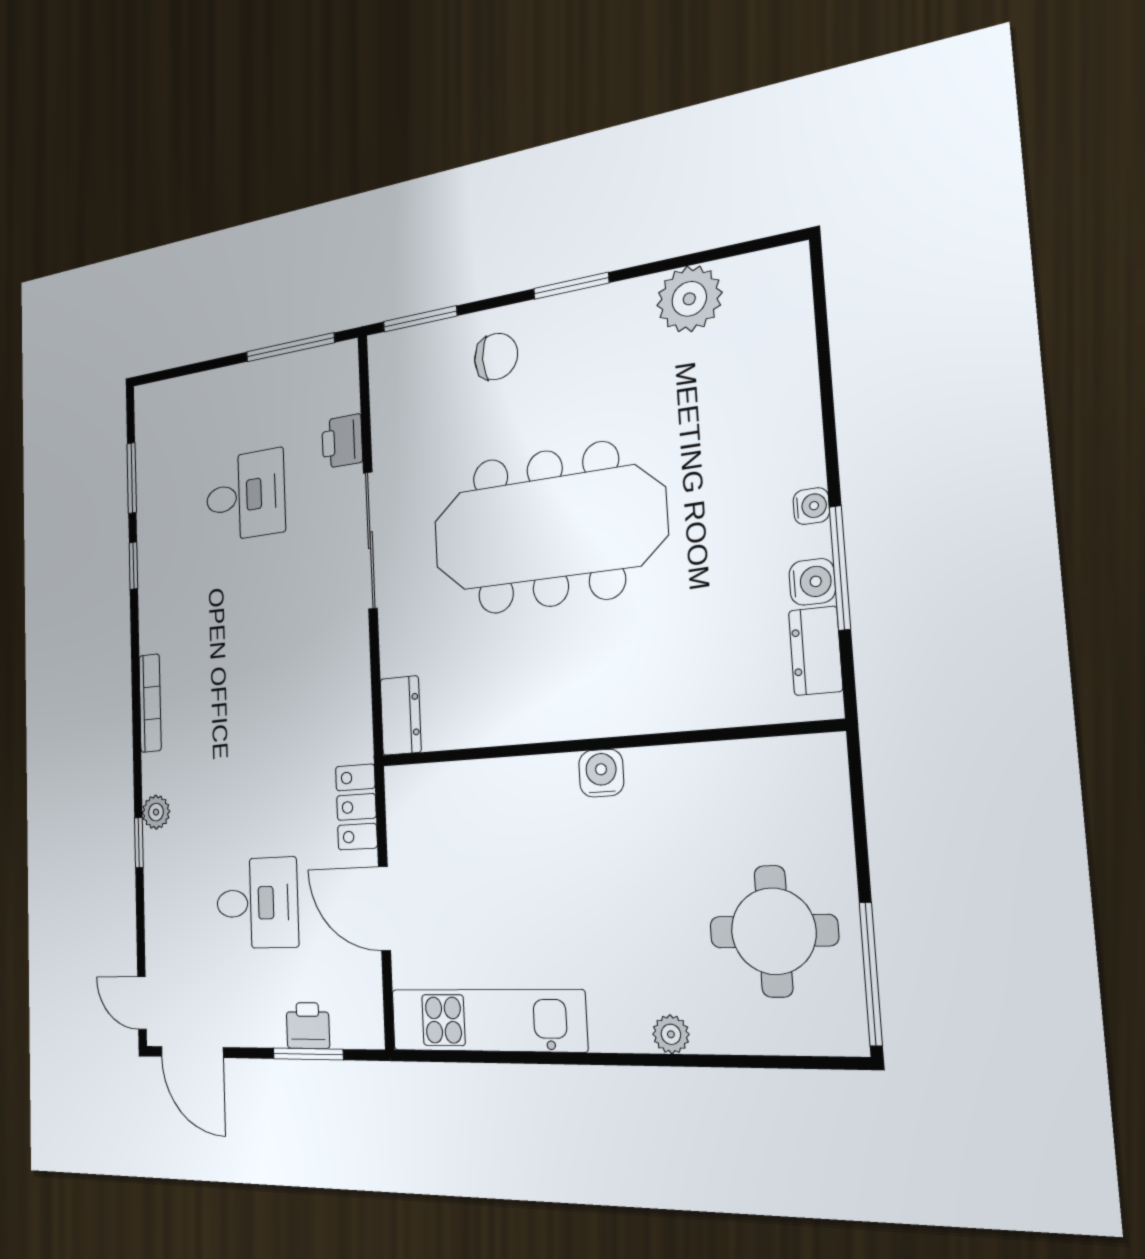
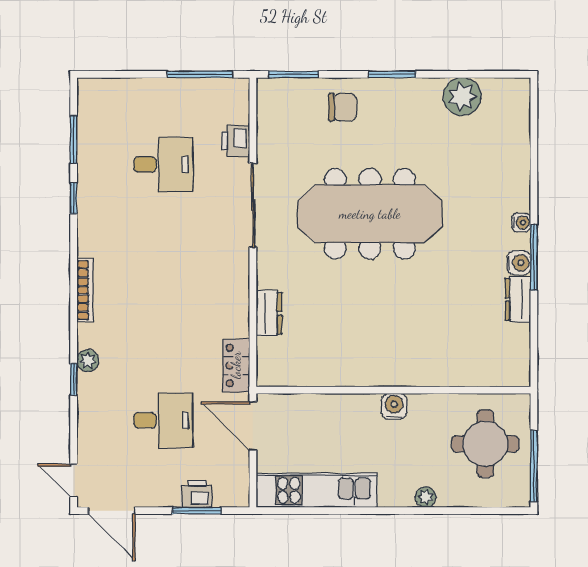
wall: (598, 744) -> (393, 390), moved
water cooler: (601, 773) -> (394, 406), moved

